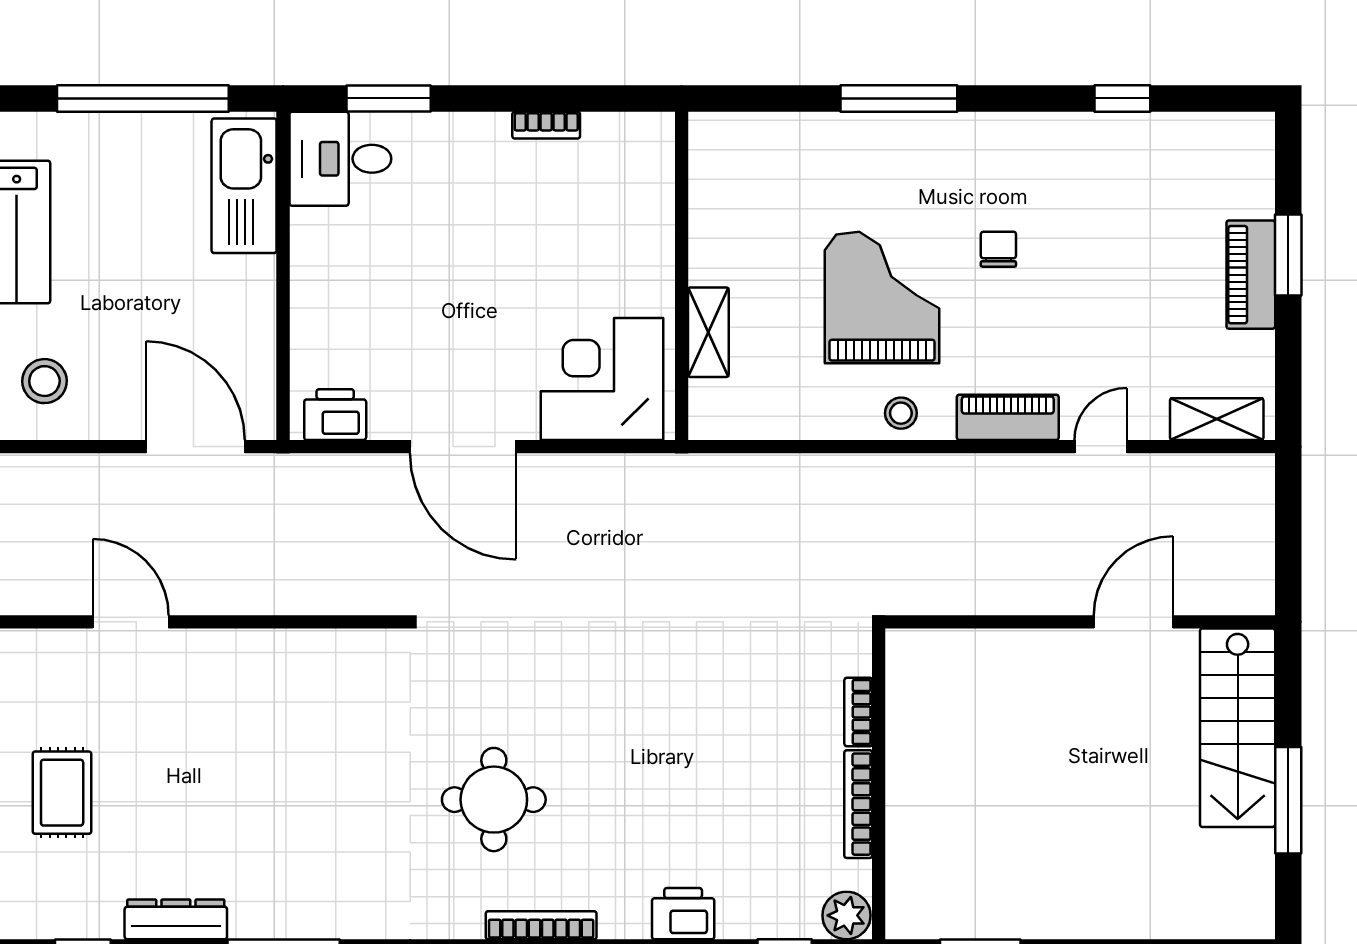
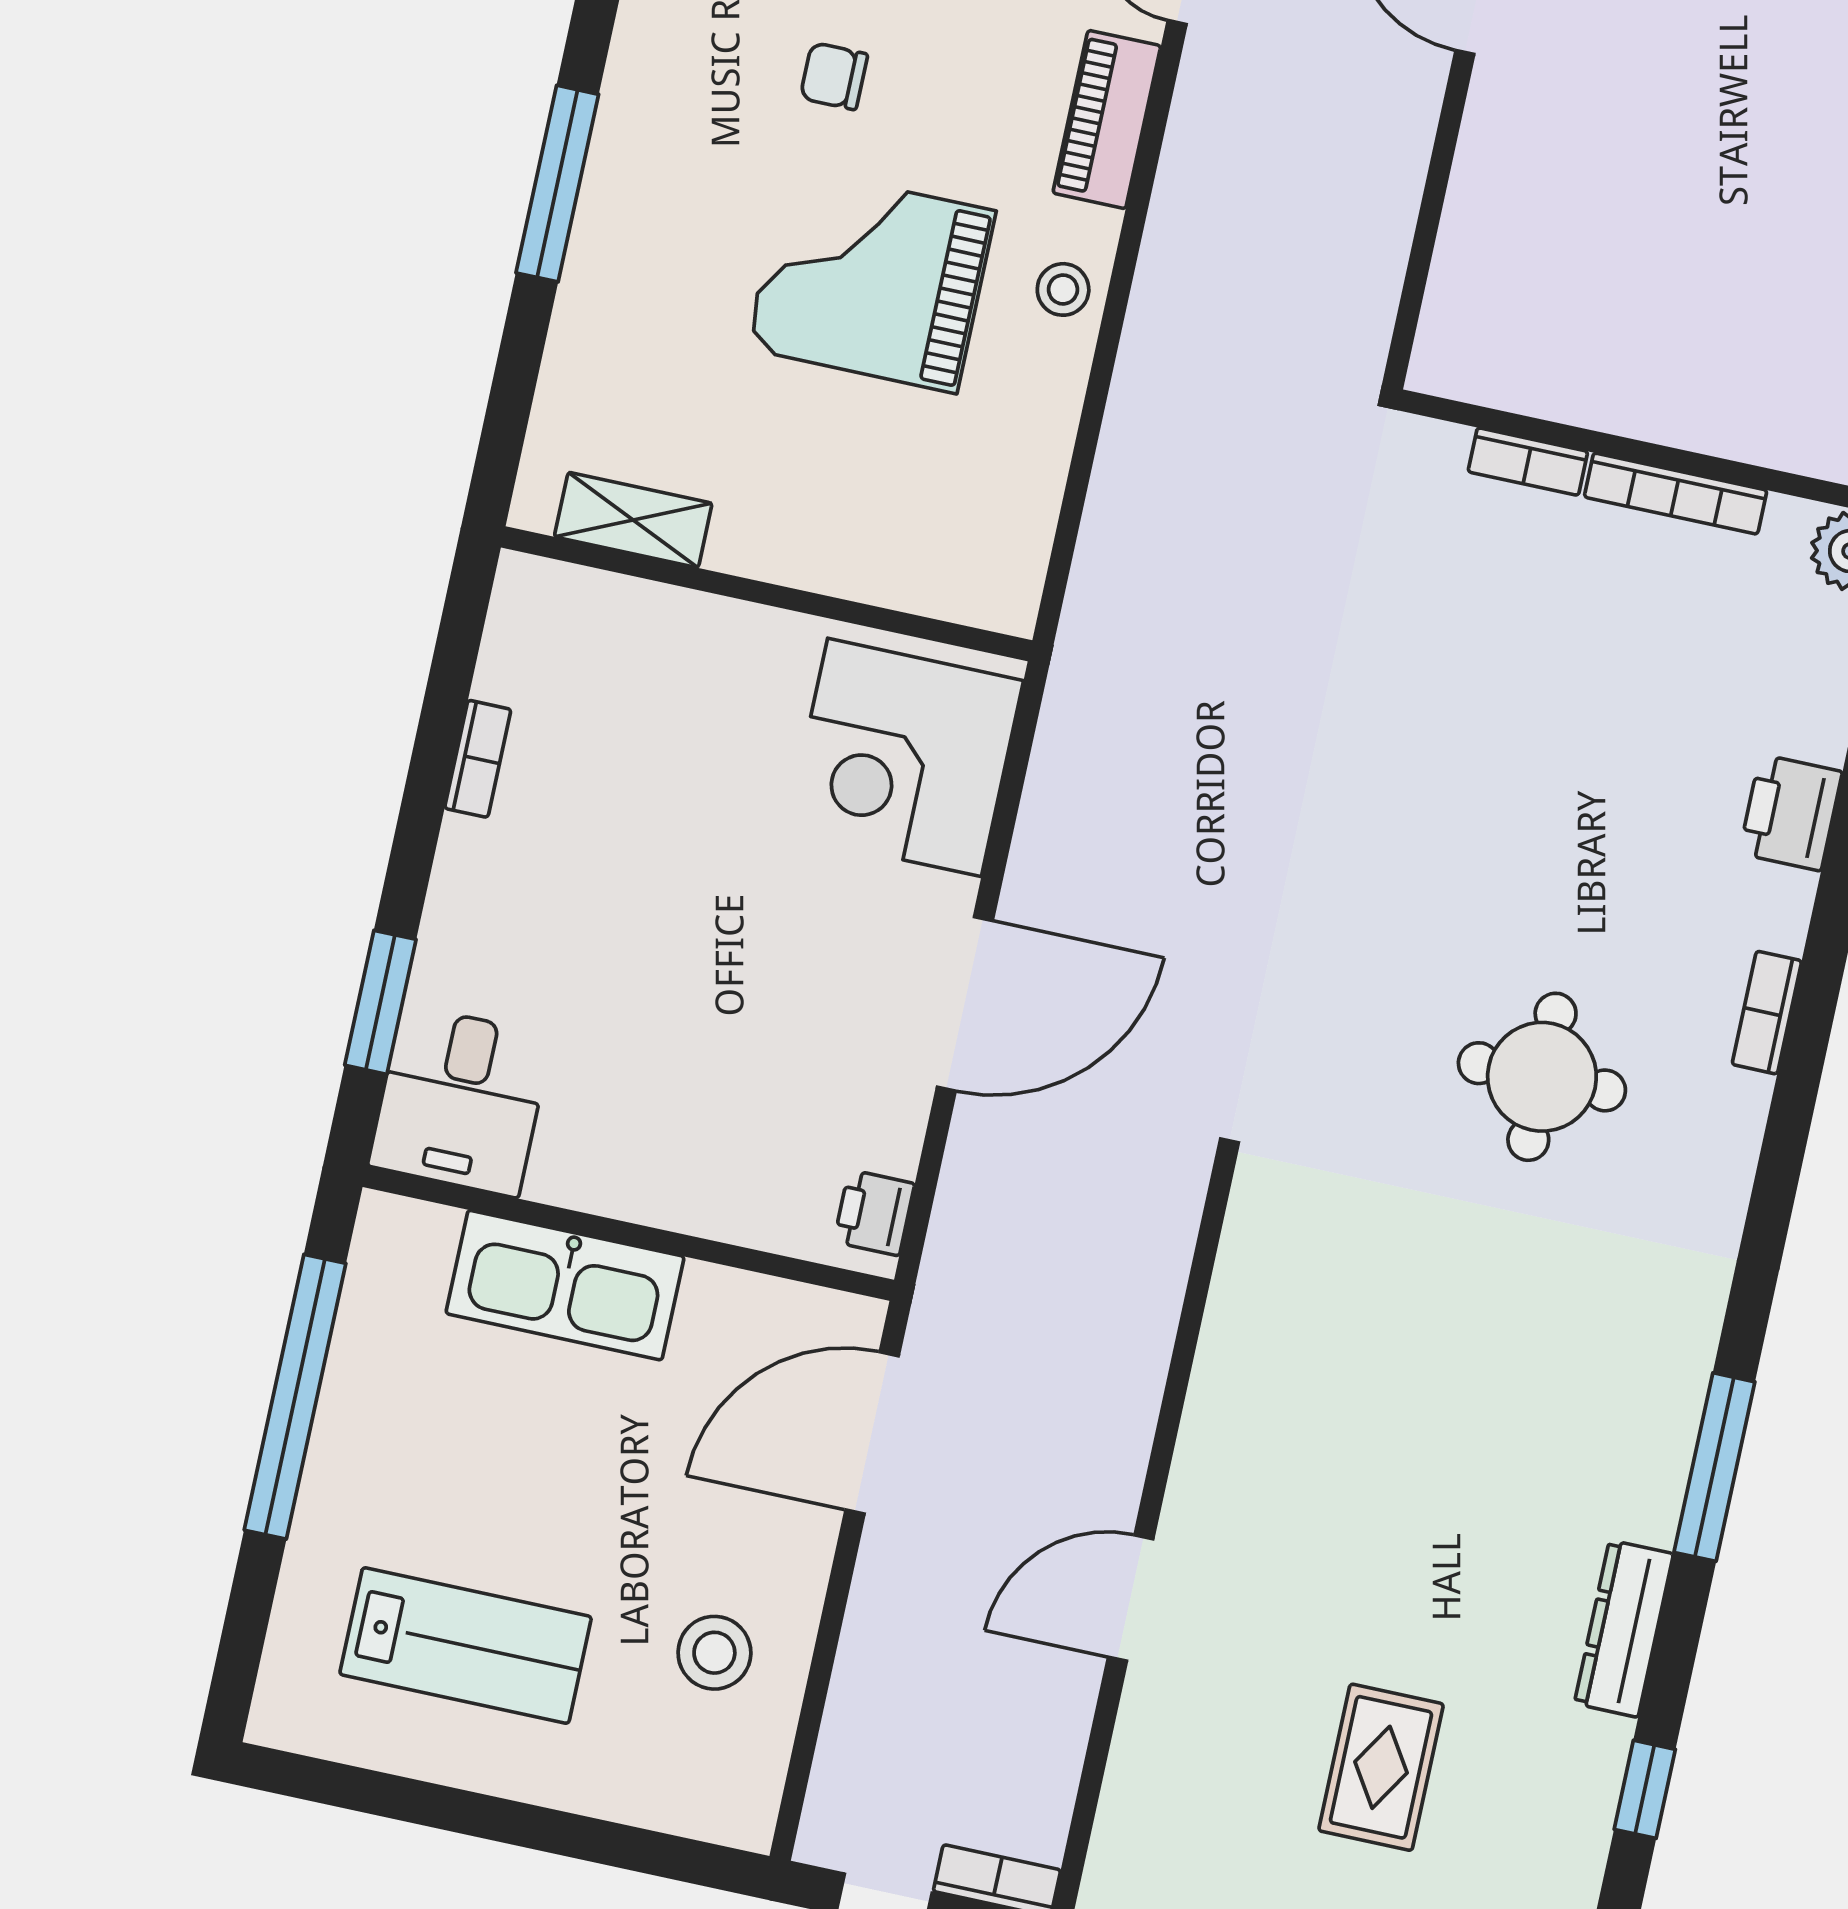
kitchen sink: (244, 186) -> (565, 1285), moved
shelving: (708, 332) -> (633, 520), moved
printer: (335, 415) -> (874, 1213), width x0.73, depth x0.81
rug: (62, 793) -> (1381, 1767), turned 90
bookcase: (541, 925) -> (1767, 1013), width x0.64

